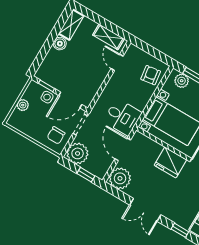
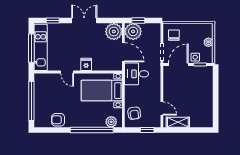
shelving: (71, 25) -> (208, 116), removed
boiler: (60, 44) -> (208, 98), removed
window: (147, 48) -> (147, 130), added
plant: (78, 153) -> (133, 31), moved
fridge: (170, 162) -> (86, 64), width x0.53, depth x0.75

